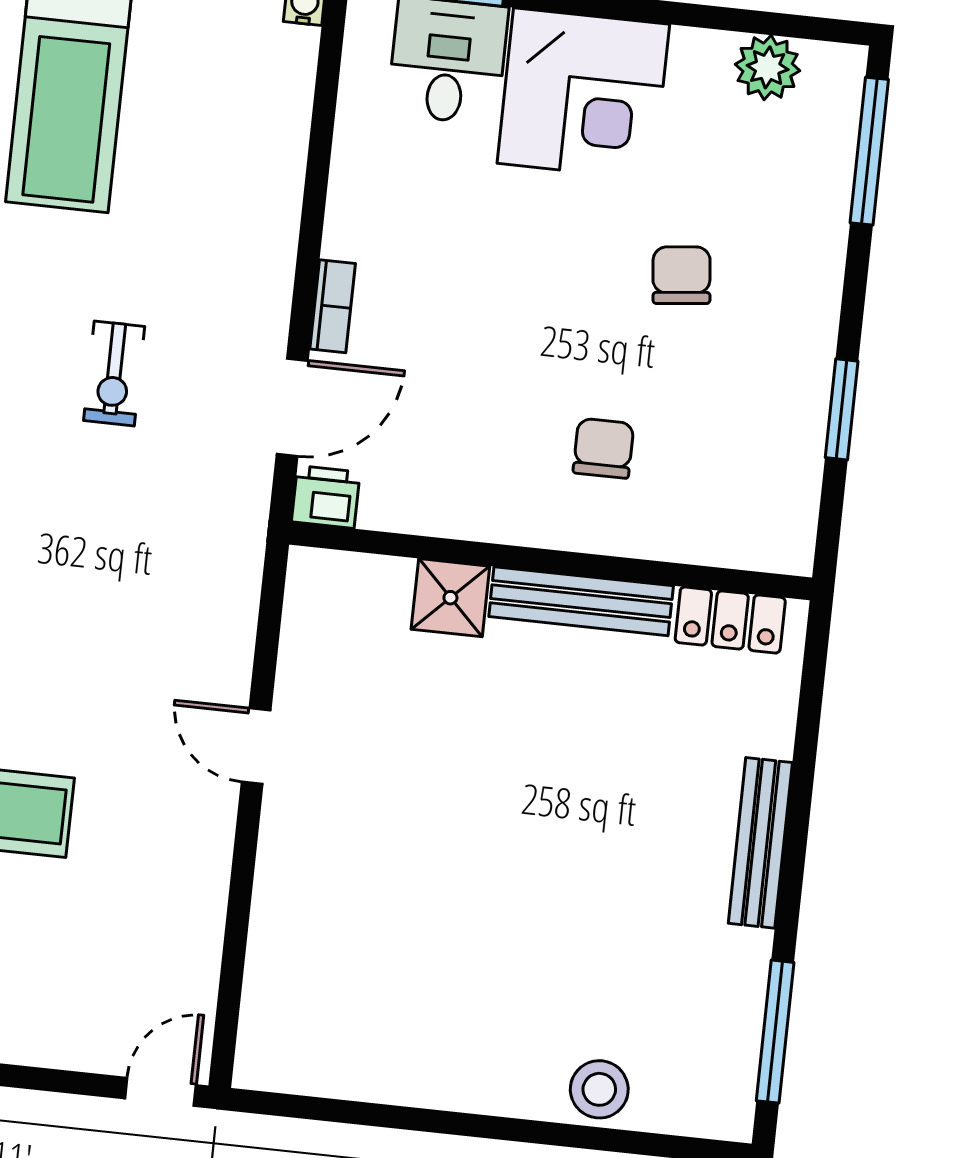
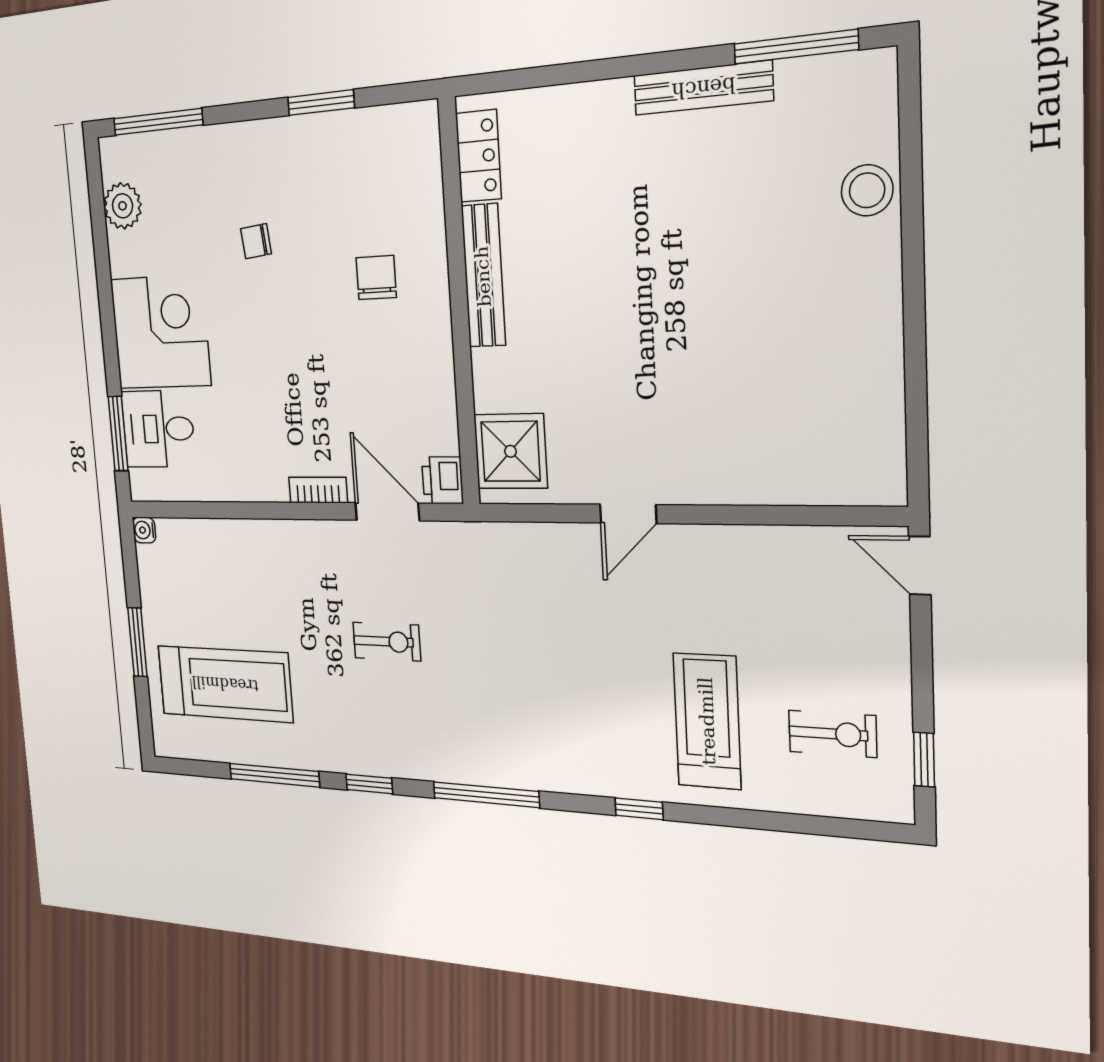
chair: (681, 275) -> (256, 241), width x0.73, depth x0.73
chair: (603, 448) -> (376, 278), turned 90
shower: (450, 598) -> (511, 451), moved, width x1.36, depth x1.36
bench: (760, 843) -> (703, 88), moved

